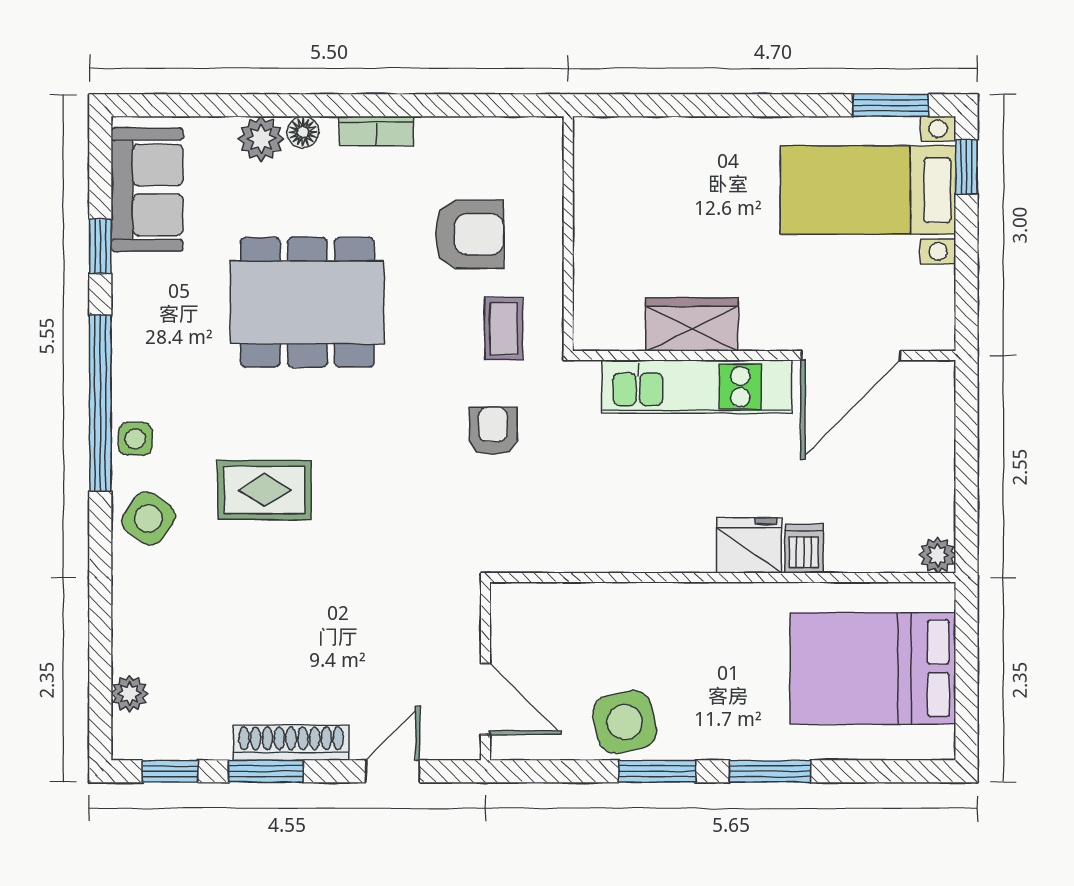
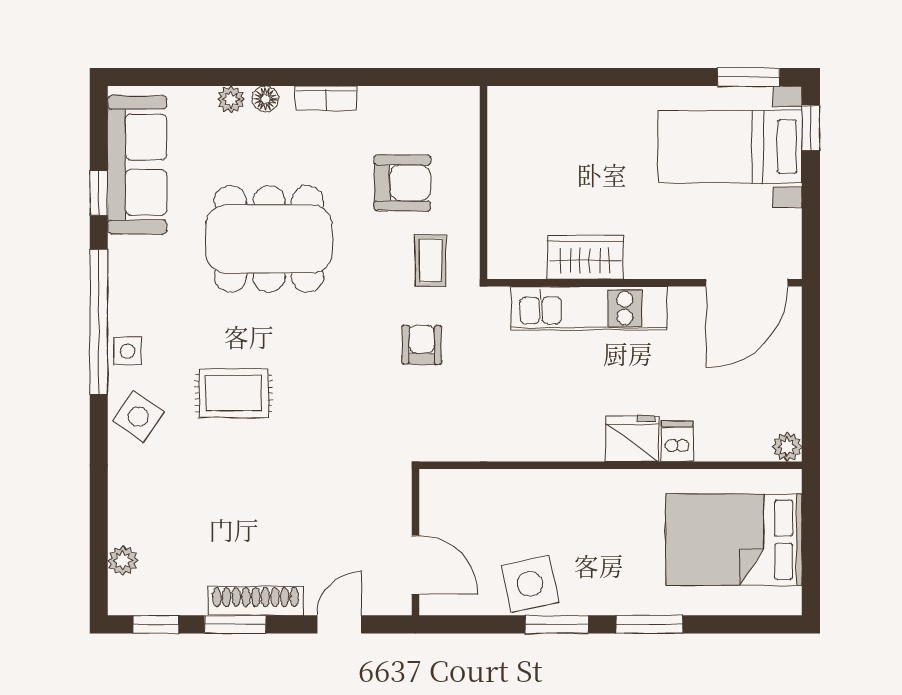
plant: (261, 139) -> (231, 99), width x0.73, depth x0.73
sofa: (147, 190) -> (137, 165), width x1.36
door: (851, 356) -> (747, 283), moved

